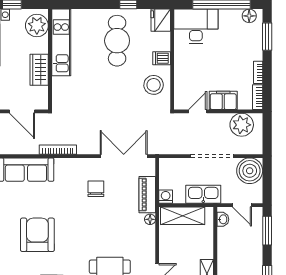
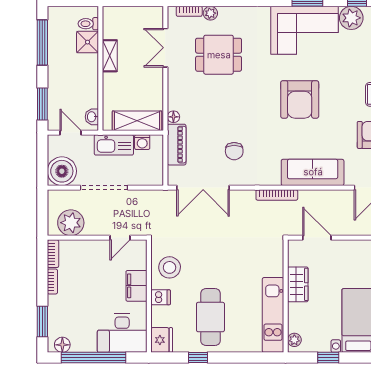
plant: (37, 26) -> (294, 340), width x0.53, depth x0.53
filing cabinet: (223, 100) -> (136, 286), moved, turned 90
washing machine: (166, 197) -> (142, 142), moved

